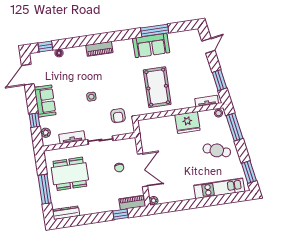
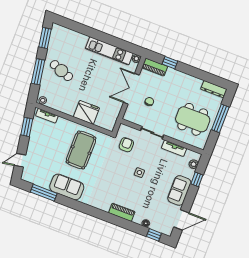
window: (155, 30) -> (44, 193), moved
piano: (99, 49) -> (122, 212), moved
fridge: (187, 122) -> (86, 112), moved
window: (234, 127) -> (38, 72), moved
kitchen unit: (219, 188) -> (109, 51), moved

